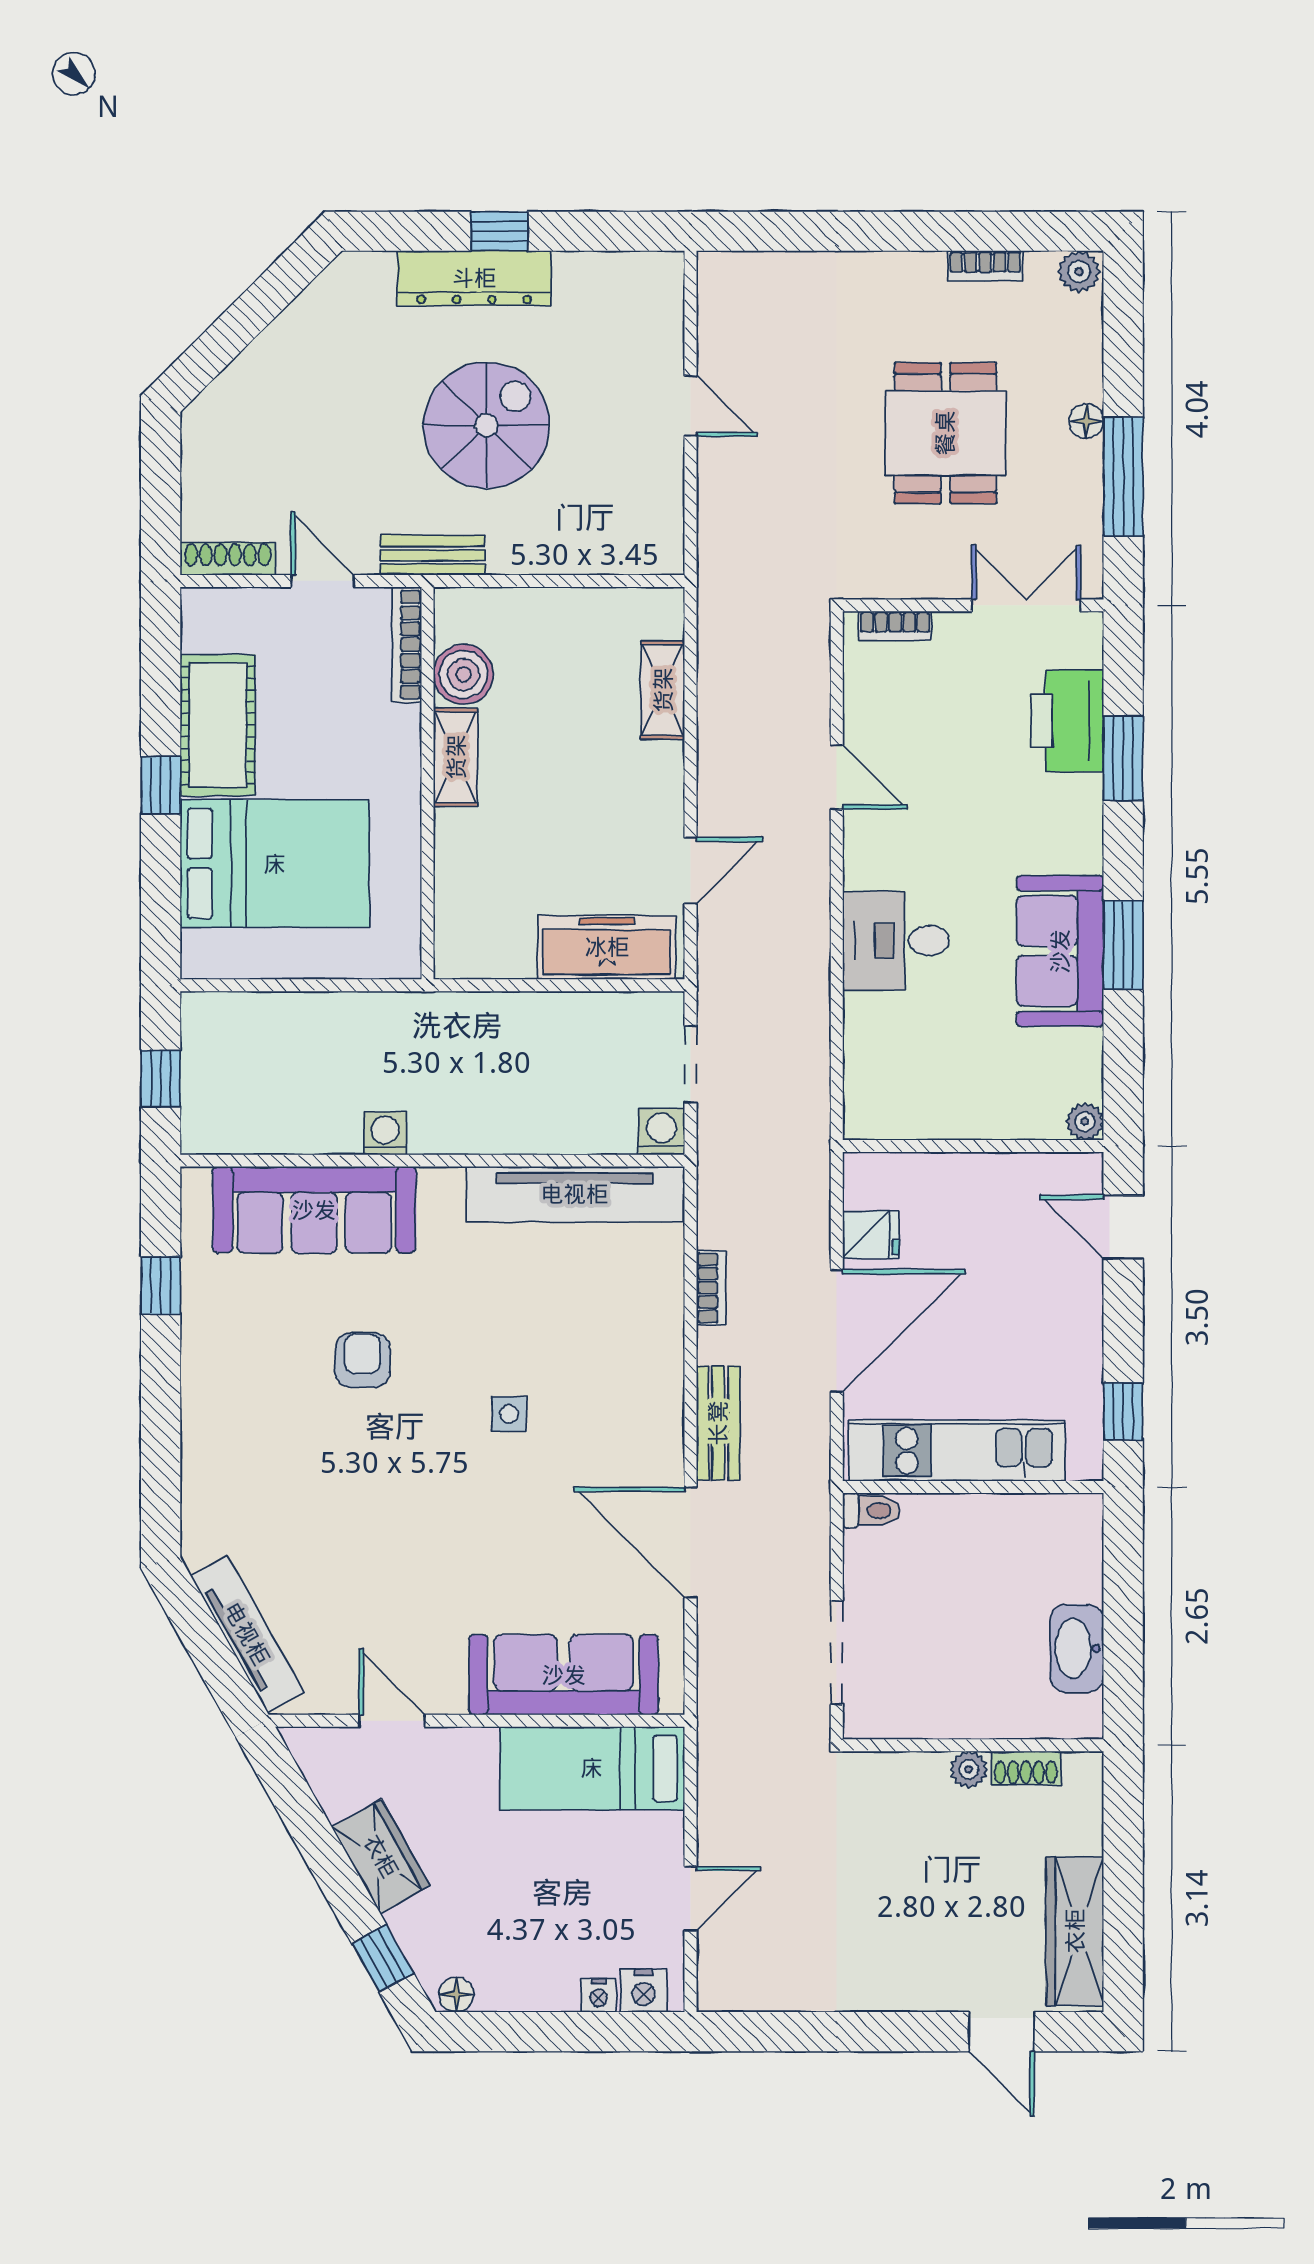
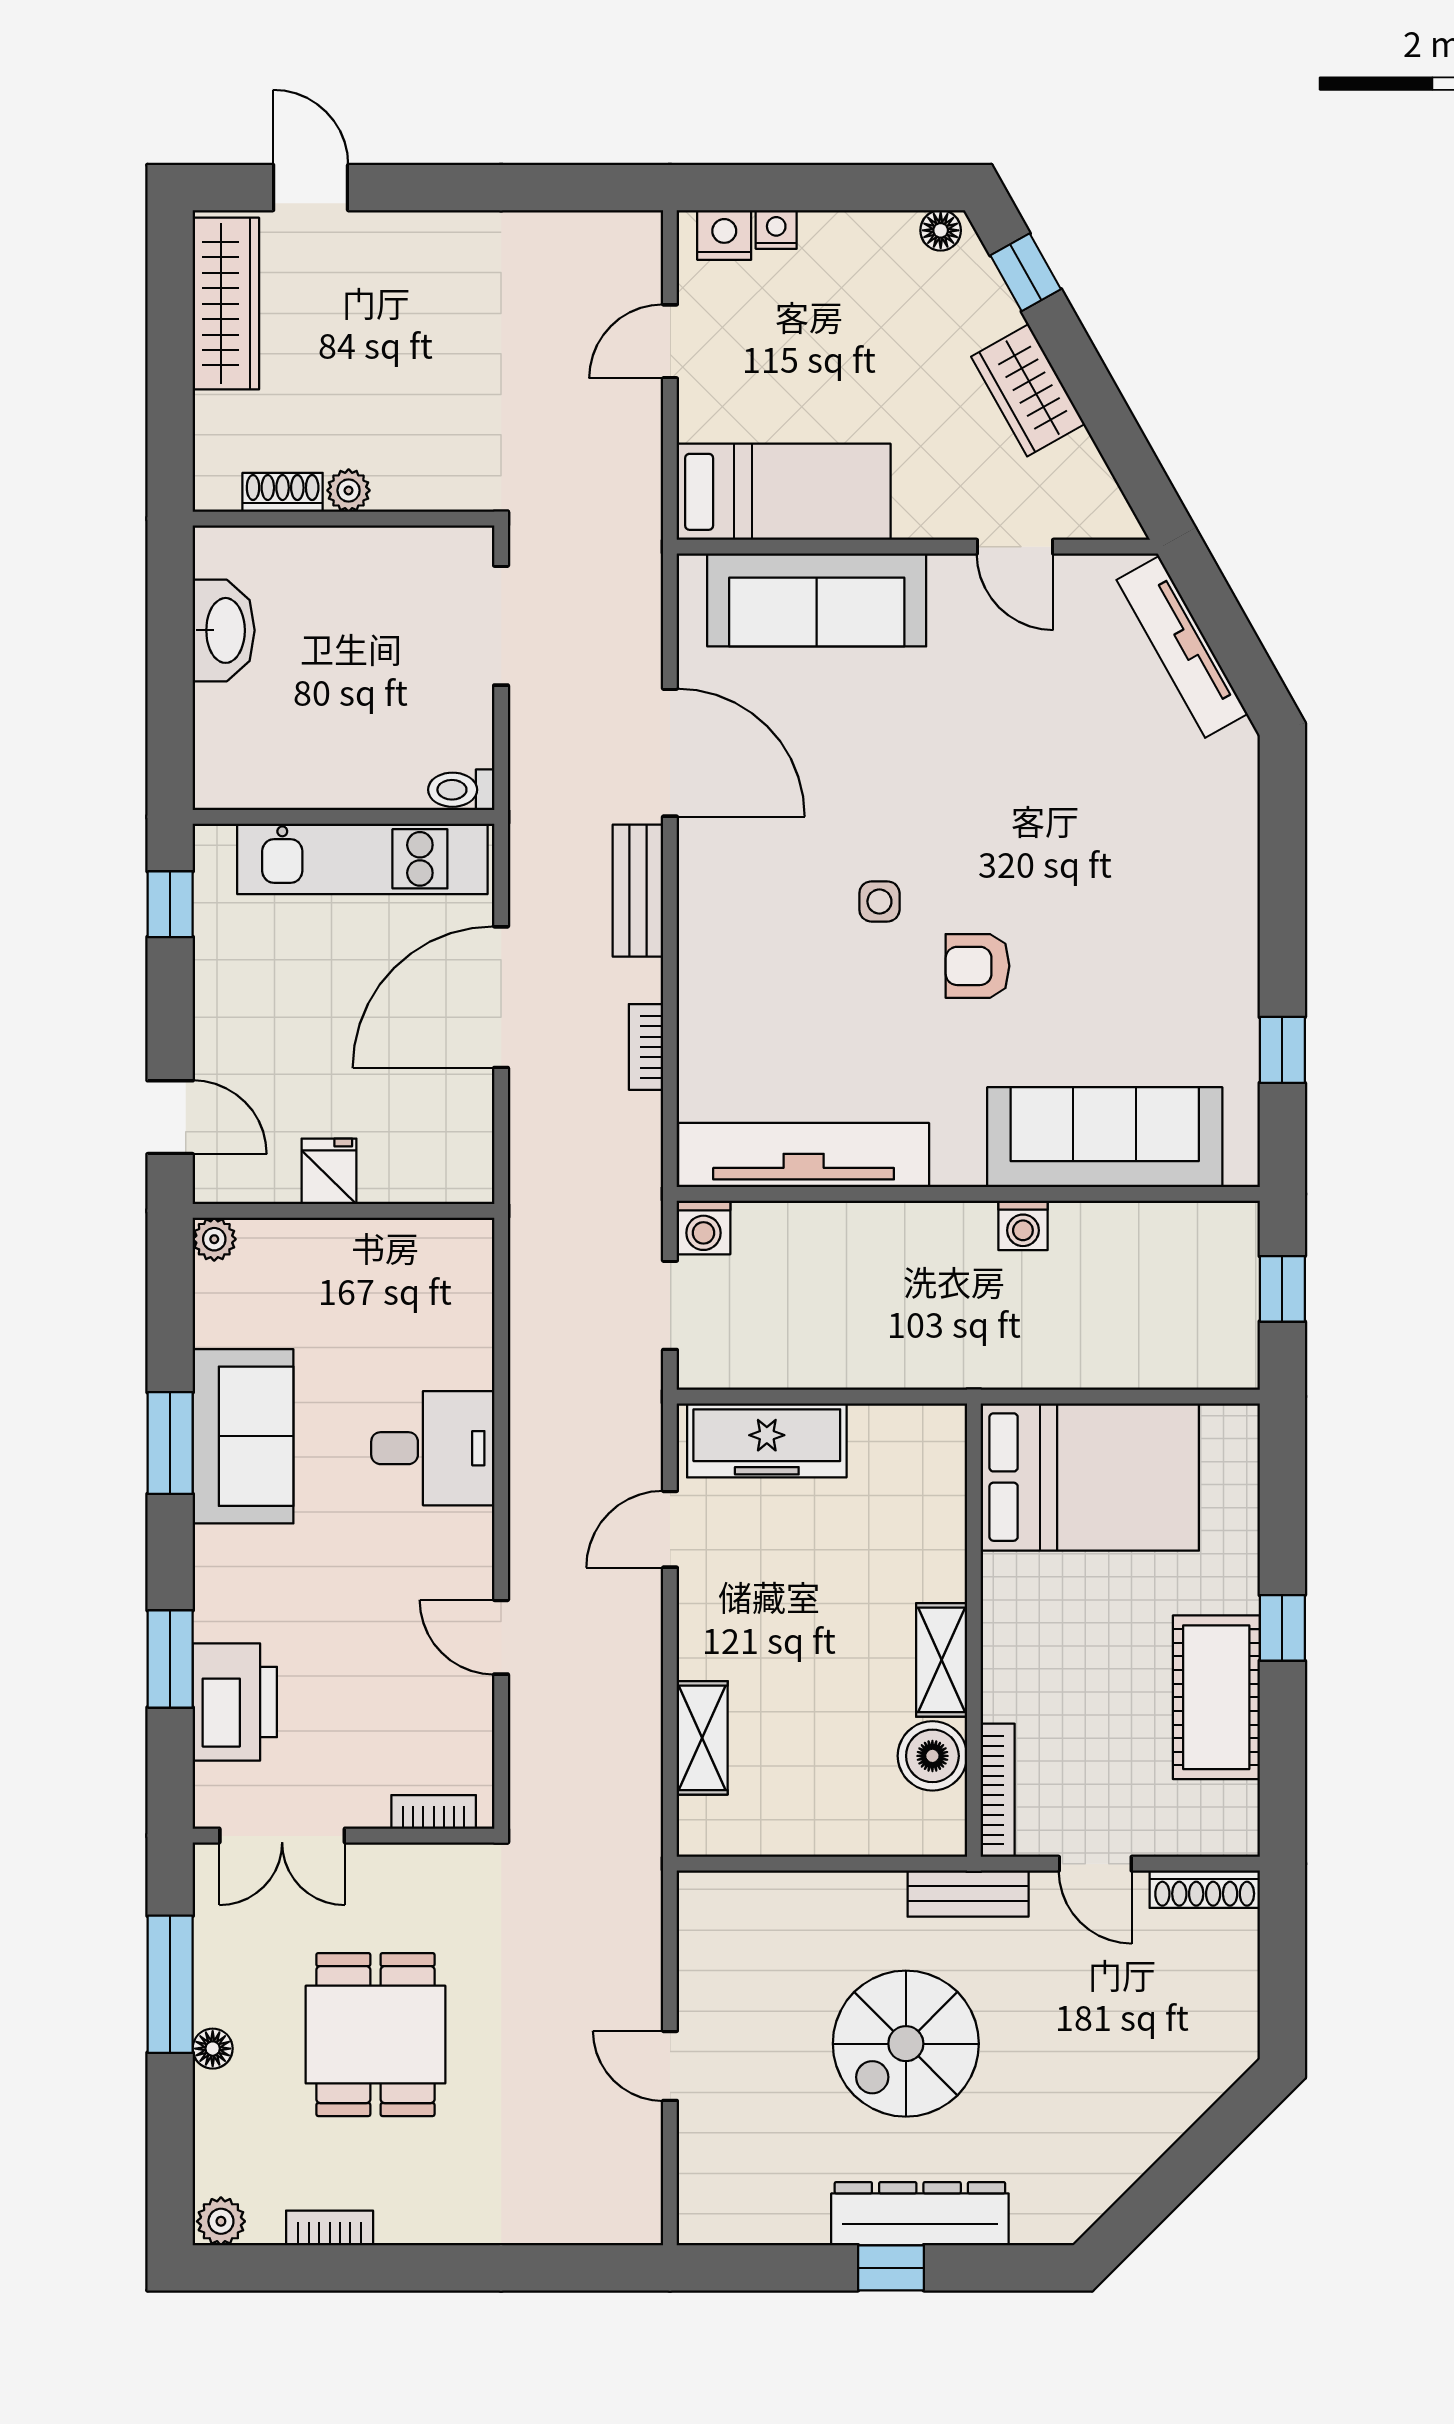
bed: (275, 864) -> (1090, 1477), moved, turned 180
fridge: (871, 1235) -> (329, 1171), moved, turned 90
armchair: (363, 1360) -> (977, 966), moved, turned 90

